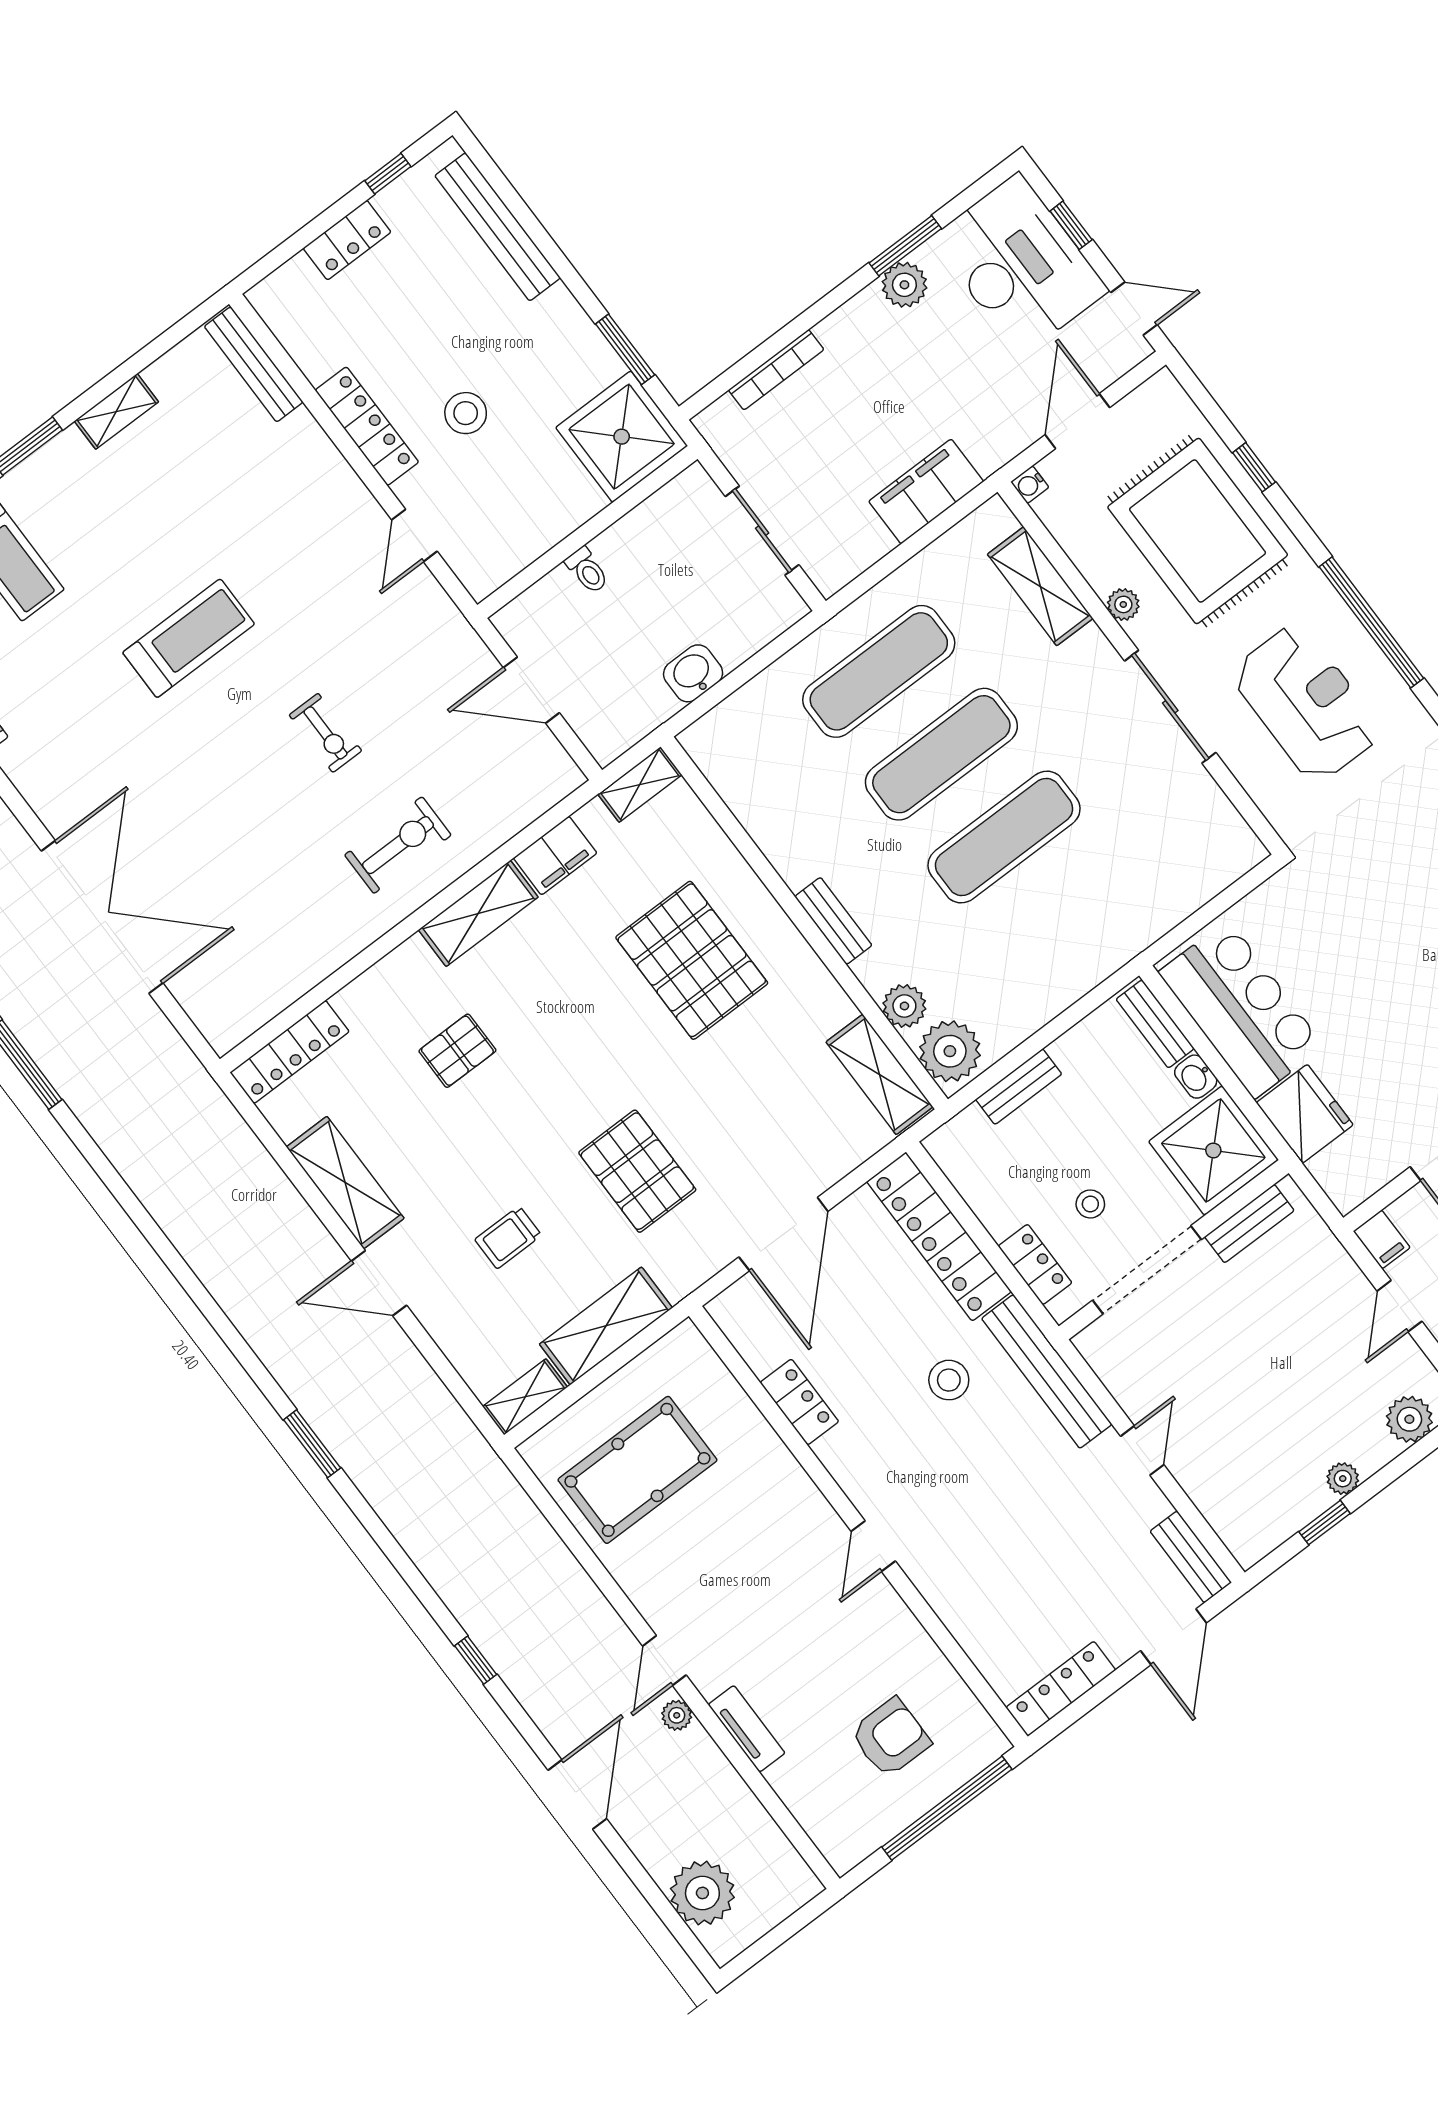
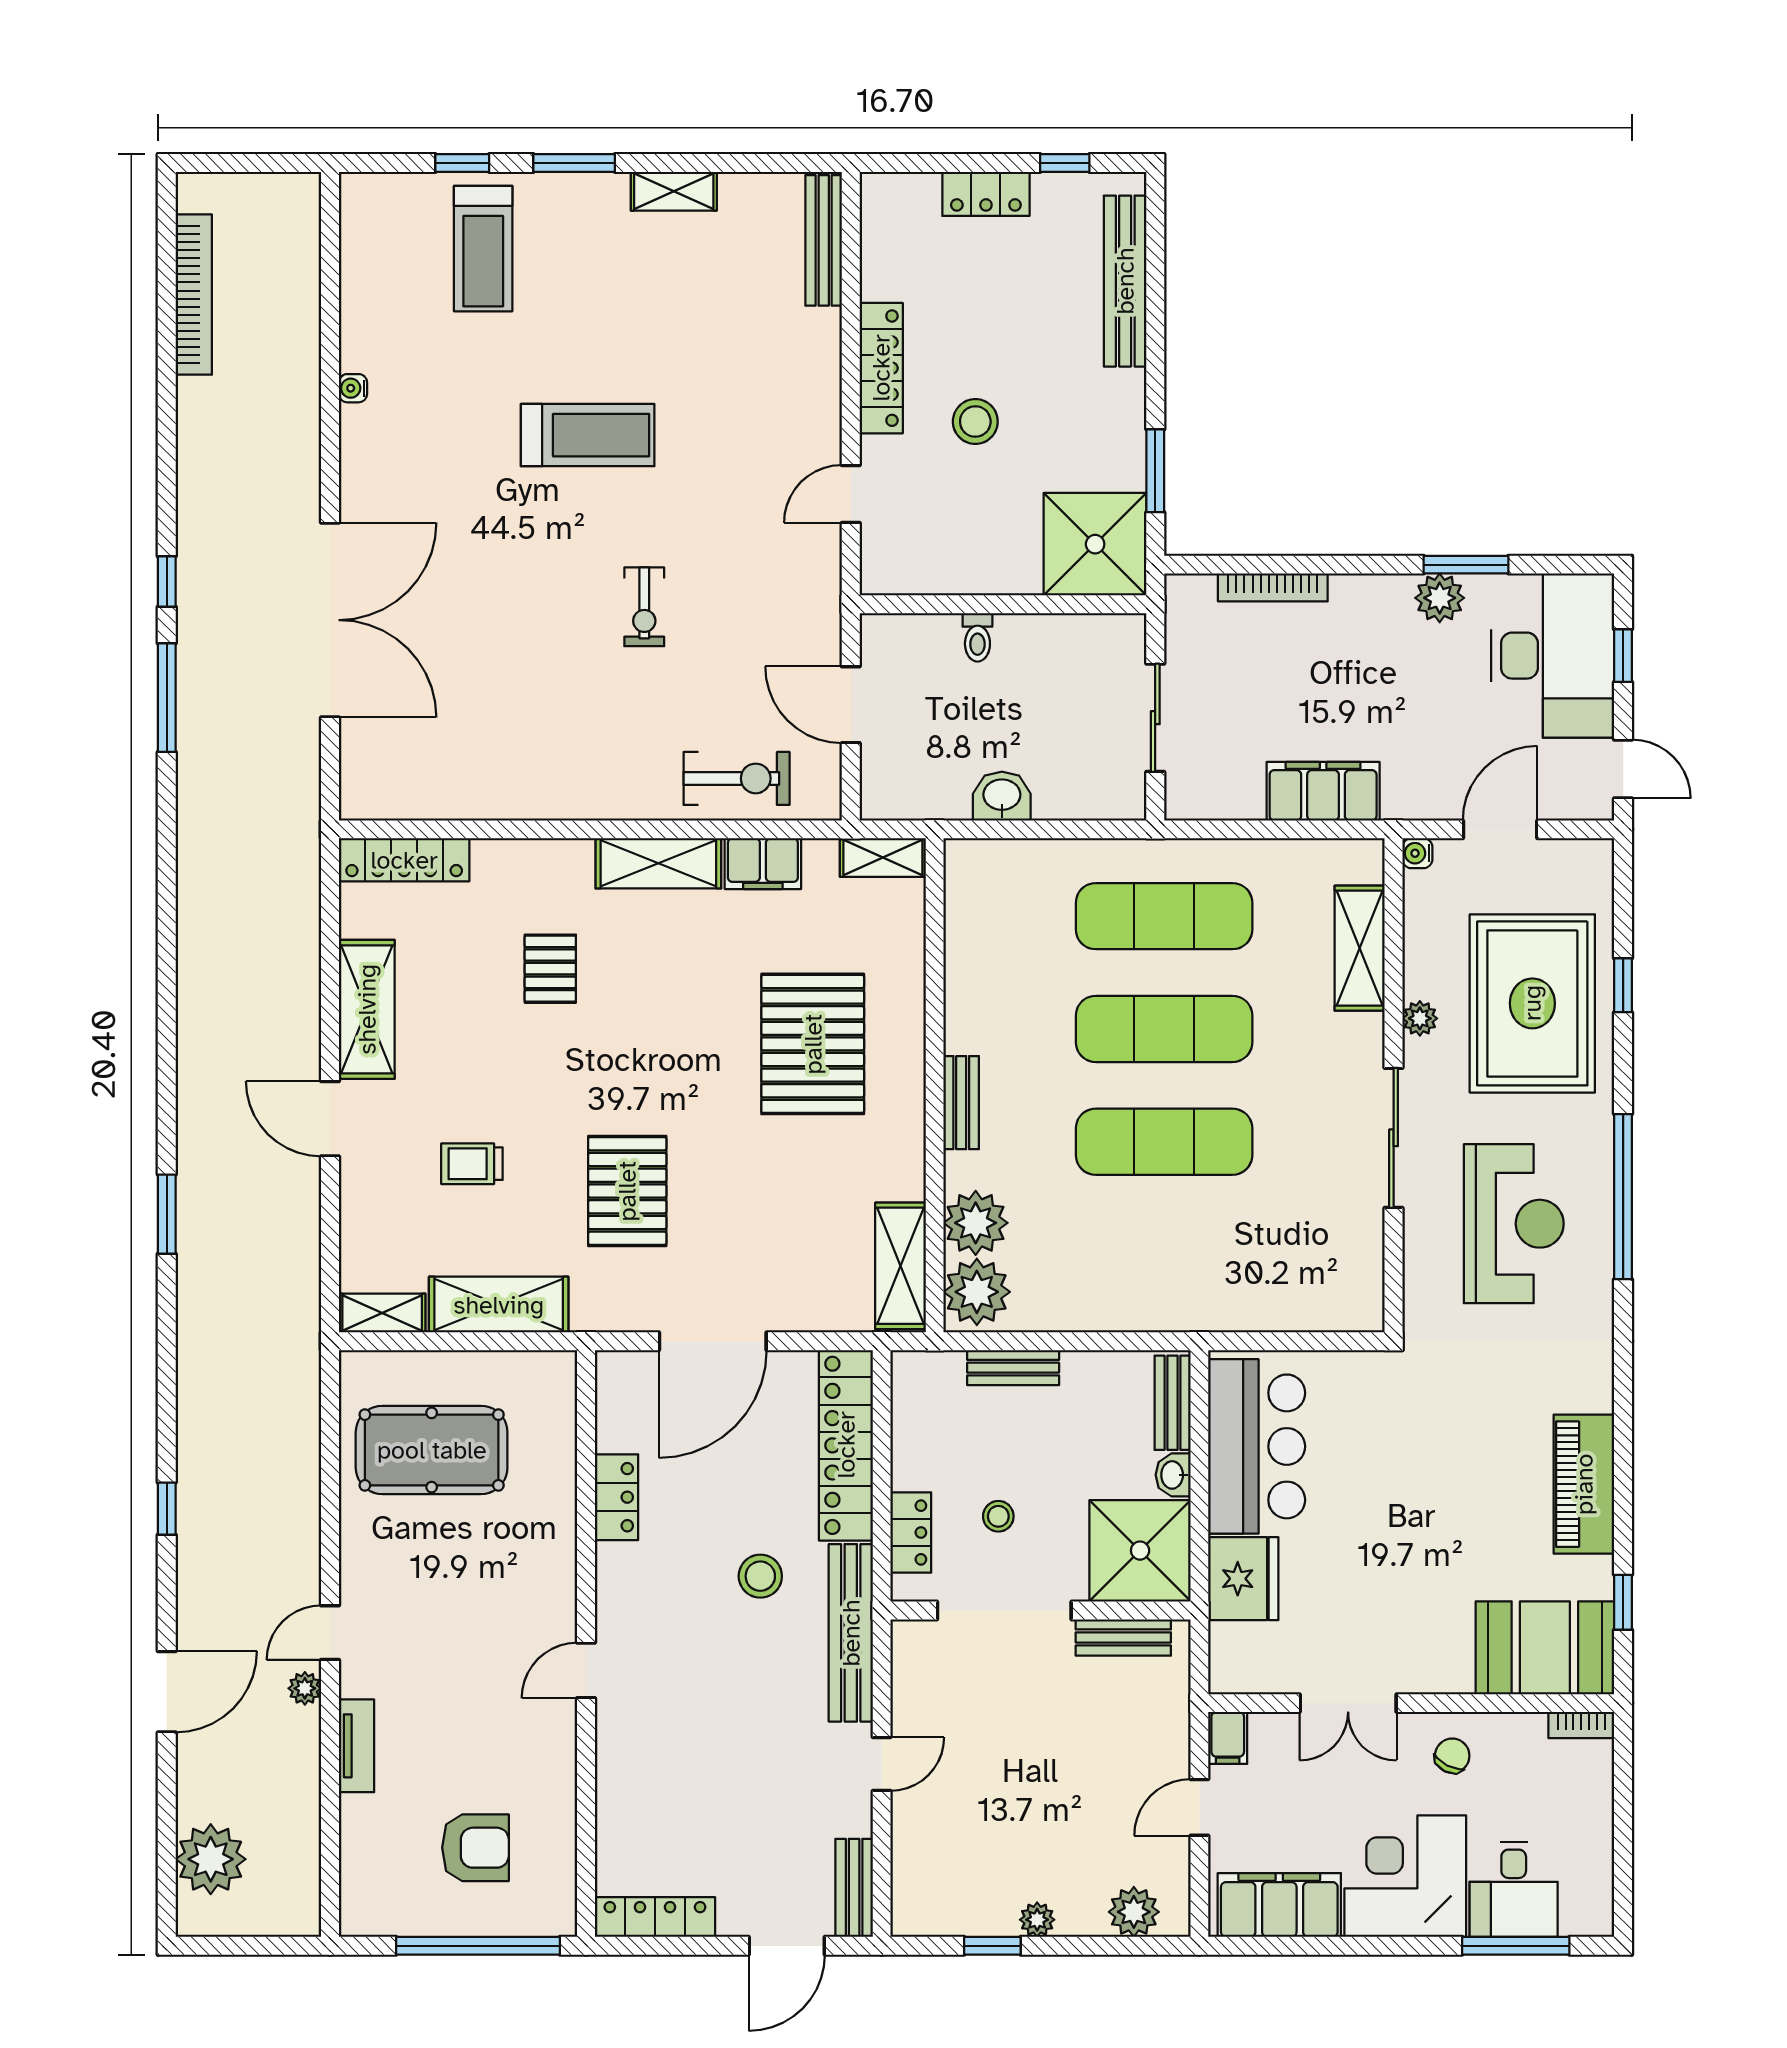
exercise bike: (398, 845) -> (737, 778), moved
plant: (904, 1006) -> (976, 1223), width x1.36, depth x1.36
pallet: (457, 1051) -> (550, 969), turned 90

